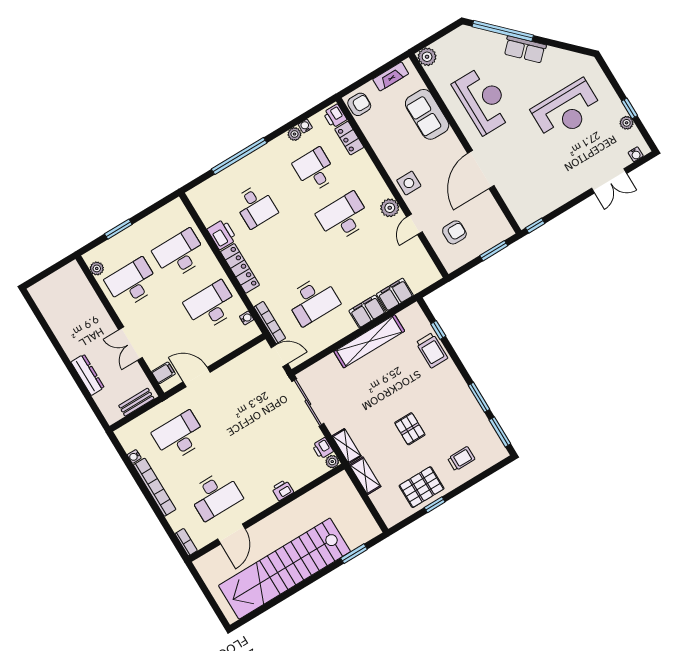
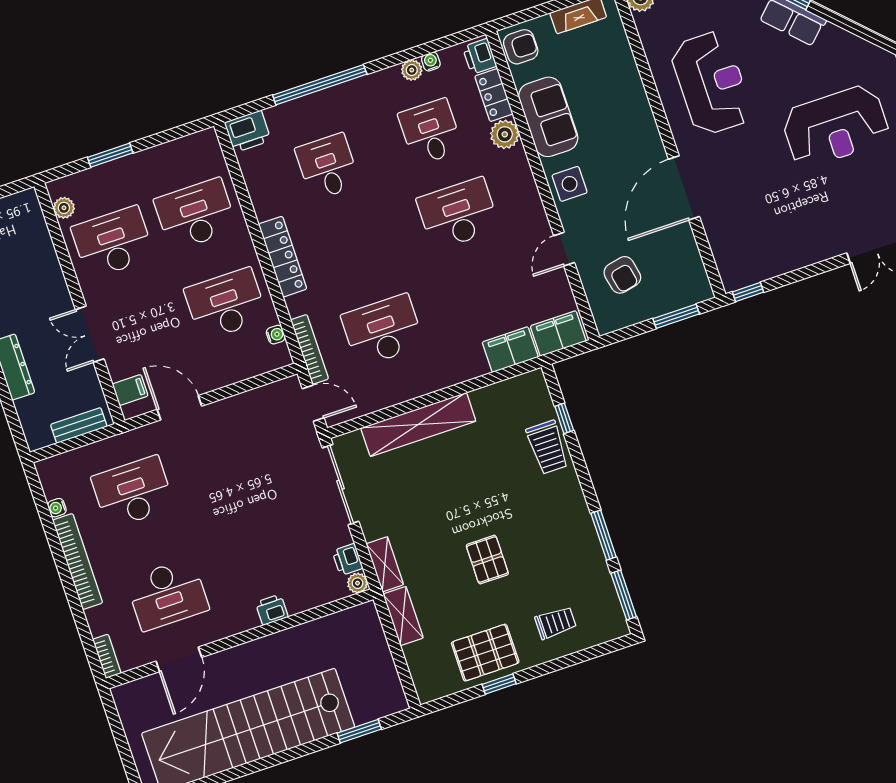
sofa: (427, 114) -> (548, 117), moved, turned 180
desk: (255, 206) -> (328, 167), turned 180
plant: (390, 208) -> (505, 134), moved
armchair: (454, 232) -> (622, 275), turned 78
printer: (222, 234) -> (248, 131), moved, turned 90
desk: (313, 300) -> (383, 330), turned 180
filing cabinet: (367, 311) -> (558, 333), moved
shelving: (369, 341) -> (418, 424), moved

